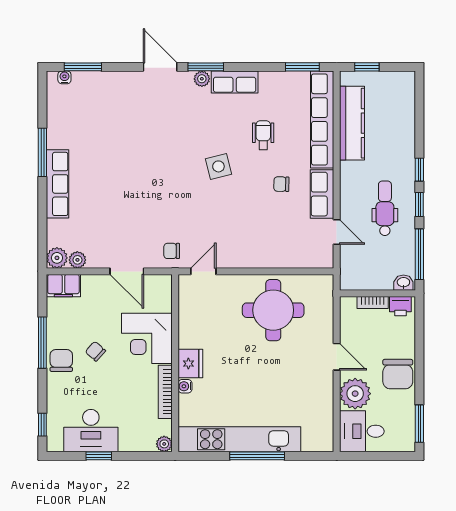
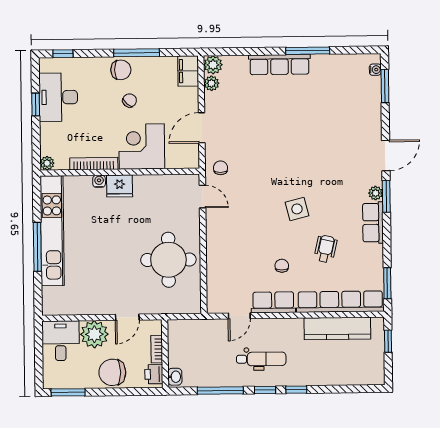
wheelchair: (263, 135) -> (326, 249), turned -77
washbasin: (403, 283) -> (175, 377), moved
wall: (378, 293) -> (165, 354), moved
bookcase: (373, 302) -> (157, 349), moved
printer: (400, 306) -> (154, 374), moved

